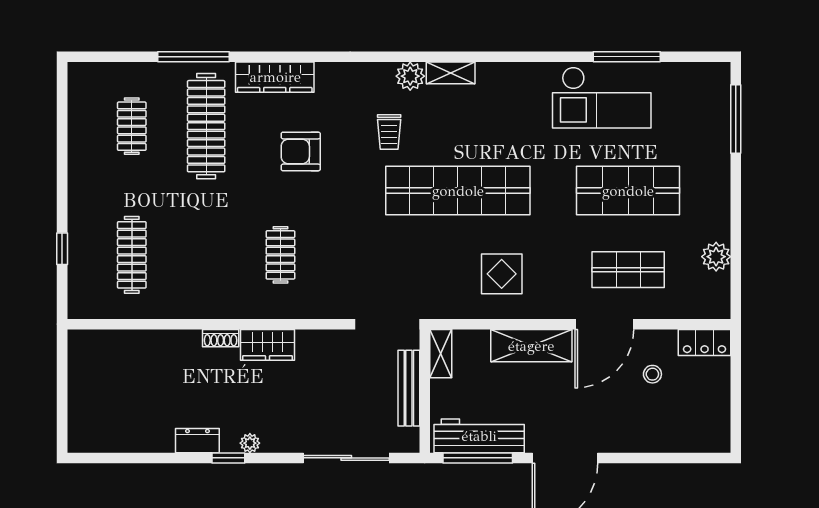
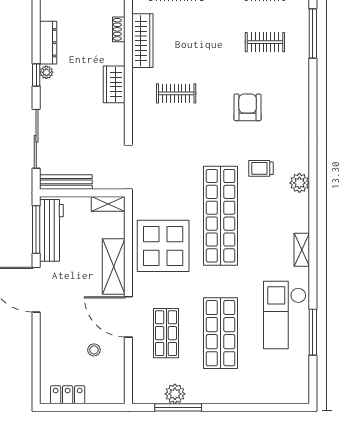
shelving: (451, 73) -> (302, 250), moved
wardrobe: (275, 77) -> (142, 41), moved, turned 180
window: (736, 119) -> (178, 407), moved
clothes rail: (206, 126) -> (265, 42), width x0.54, depth x0.76
display table: (502, 274) -> (163, 246), width x1.86, depth x1.86
shoe rack: (221, 338) -> (119, 29), moved
locker: (705, 343) -> (68, 395), moved, turned 90
bench: (409, 388) -> (66, 182), moved
dresser: (197, 441) -> (48, 43), width x1.44
window: (228, 458) -> (36, 75), moved

